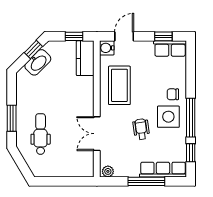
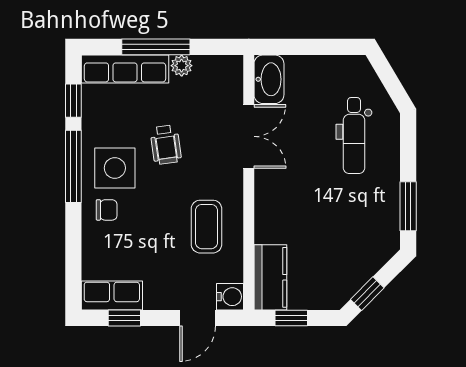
washbasin: (38, 62) -> (269, 79), moved, turned 135
coffee table: (119, 85) -> (206, 227), width x0.73, depth x0.76
window: (12, 118) -> (408, 206), moved
plant: (108, 171) -> (182, 66), moved

